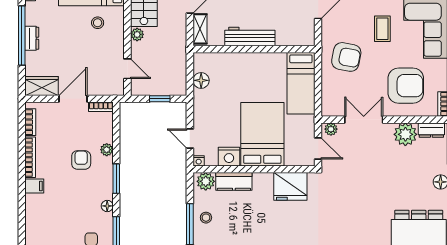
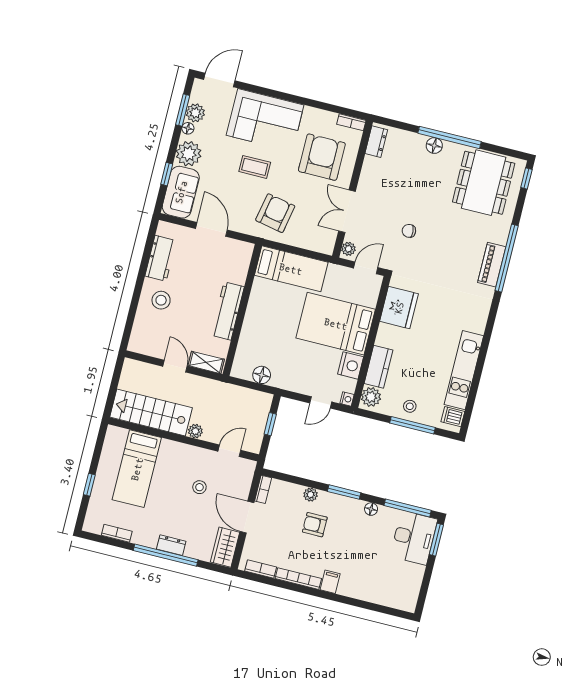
stool: (98, 23) -> (199, 487), moved
plant: (405, 134) -> (374, 170), removed
chair: (360, 178) -> (409, 231), added

